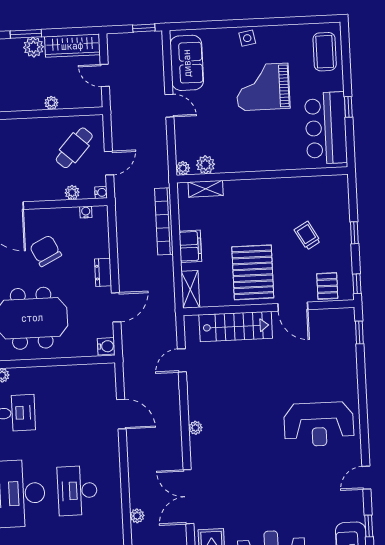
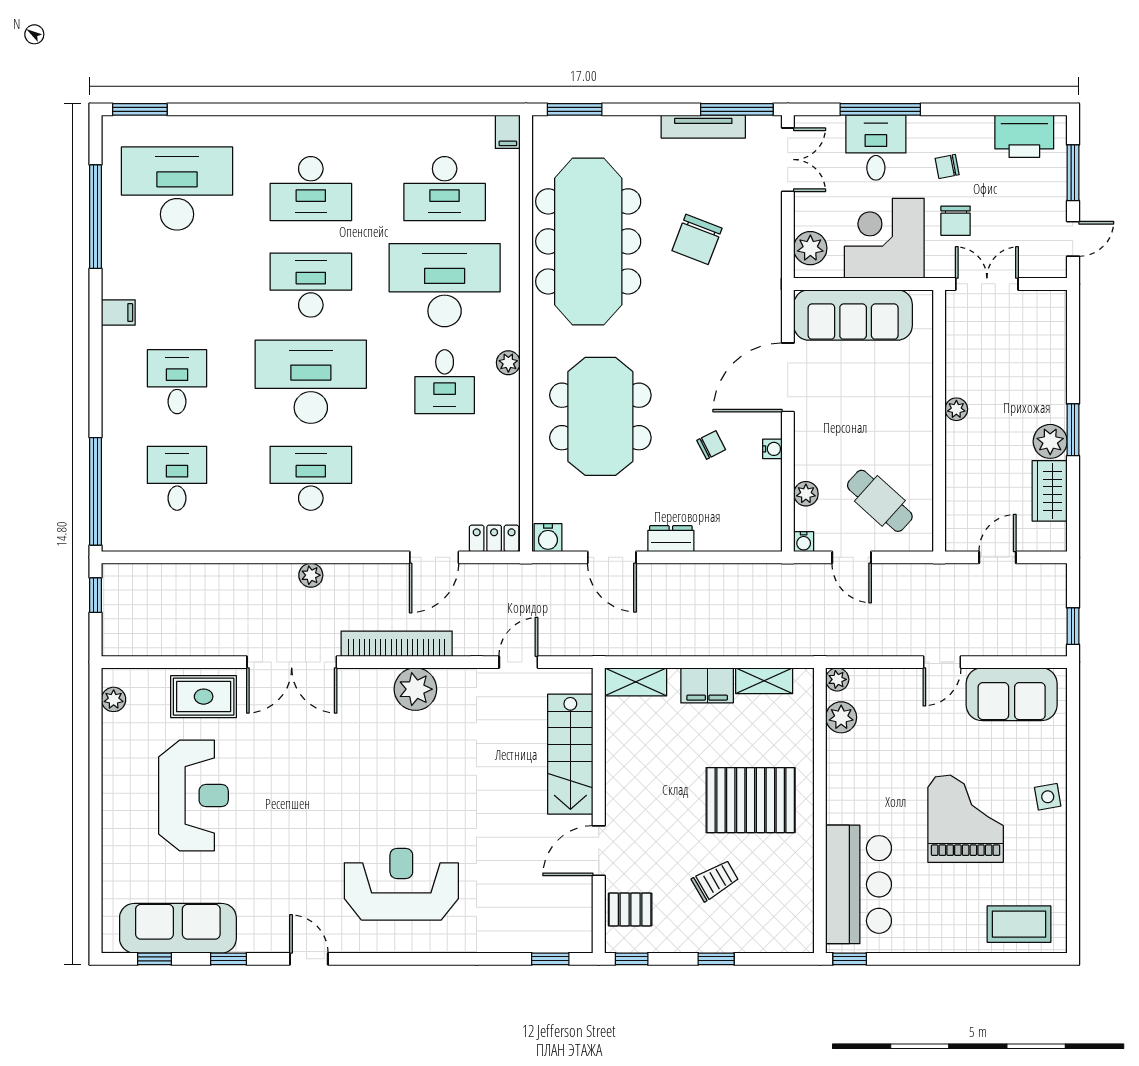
wardrobe: (72, 46) -> (1050, 491), width x0.67
plant: (51, 103) -> (956, 409), moved
window: (348, 107) -> (850, 959), moved
bar counter: (326, 128) -> (859, 884), moved, turned 90
shelving: (206, 189) -> (764, 681), moved, turned 90
water cooler: (86, 212) -> (772, 449), moved
bookcase: (164, 221) -> (397, 644), moved
chair: (46, 251) -> (711, 445), width x0.54, depth x0.54
pallet: (253, 272) -> (751, 800), moved
door: (182, 360) -> (518, 662), hinge flipped
locker: (108, 379) -> (494, 538), added
reception desk: (319, 424) -> (401, 884), turned 90
plant: (195, 428) -> (415, 689), width x1.87, depth x1.87
double door: (188, 497) -> (292, 662), swing flipped
plant: (137, 516) -> (311, 575), moved

